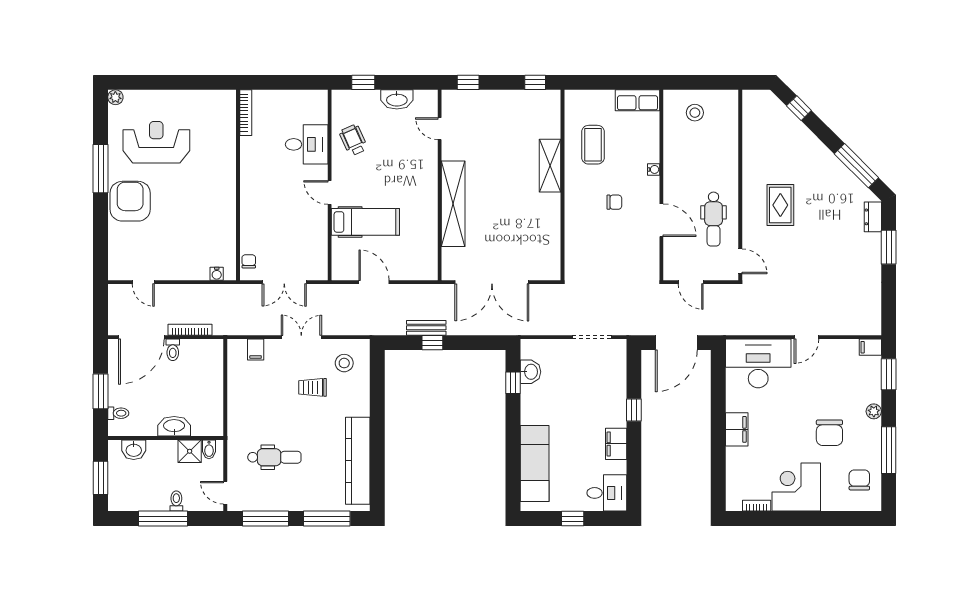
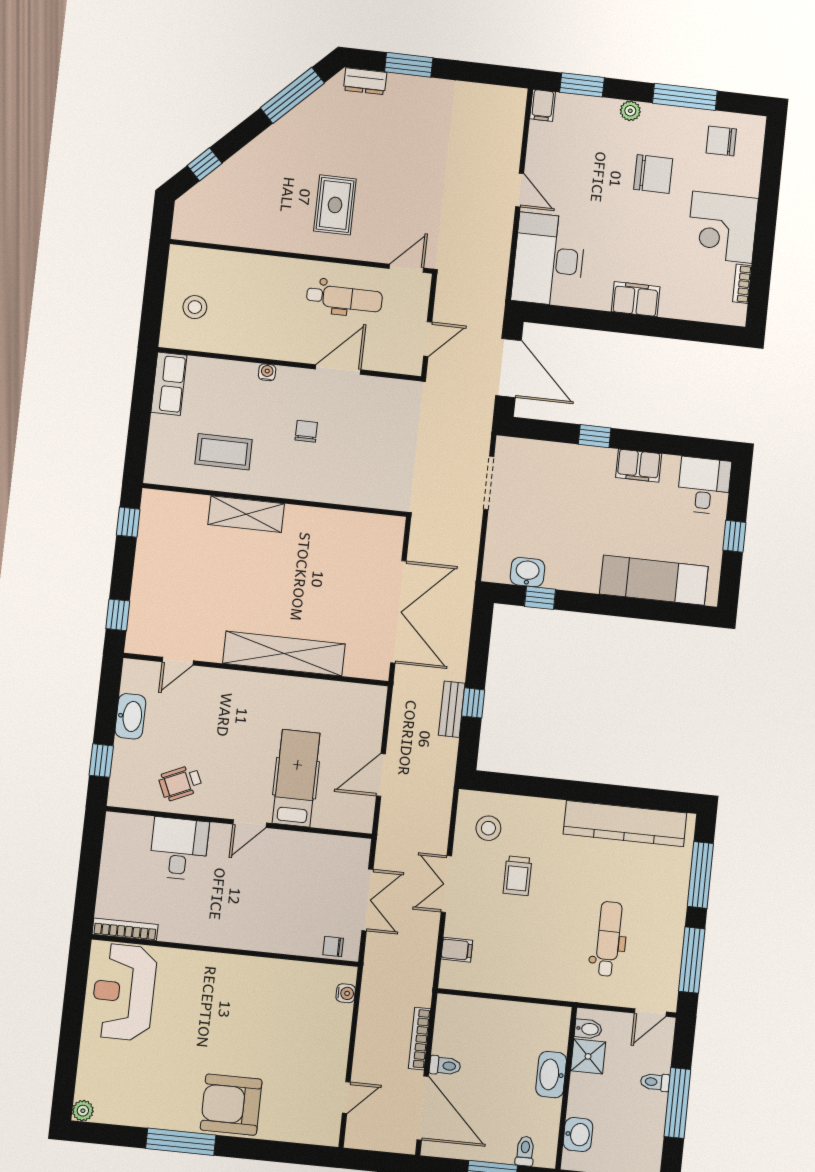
reception desk: (156, 142) -> (124, 992), moved
rug: (780, 205) -> (335, 205), turned 90

